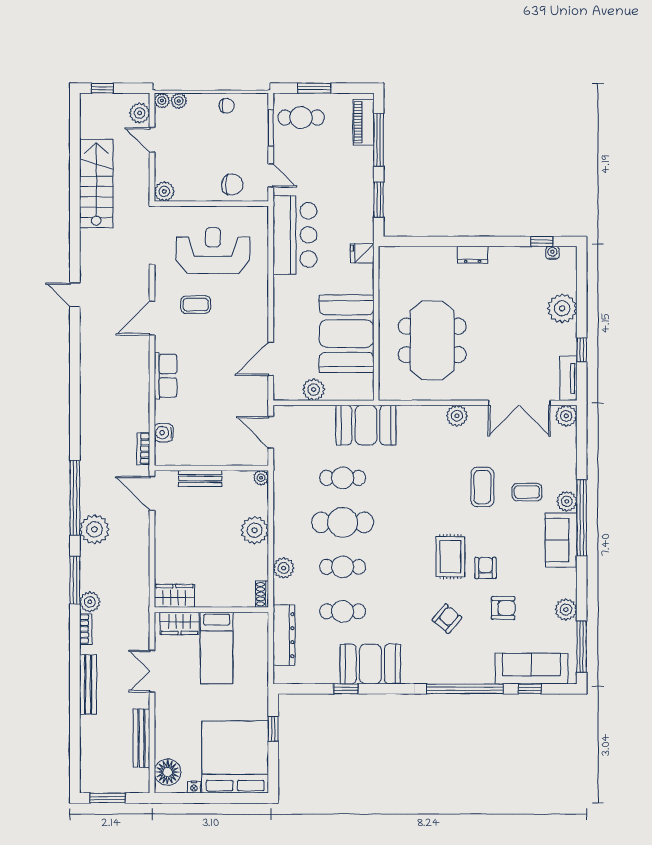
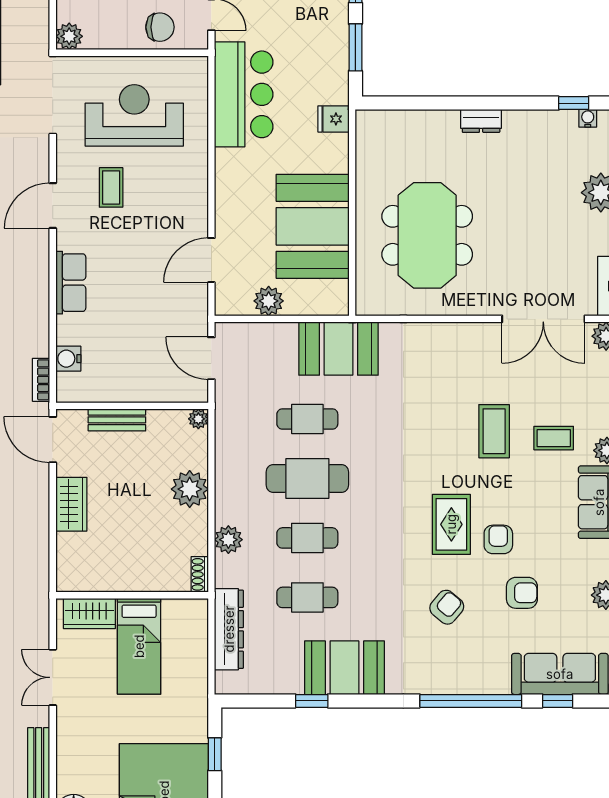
coffee table: (196, 305) -> (111, 187), turned 90
plant: (457, 416) -> (460, 336), removed
wardrobe: (174, 596) -> (71, 504), moved, turned 90

